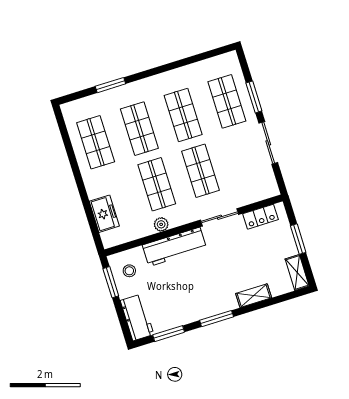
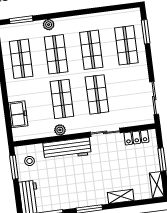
window: (110, 85) -> (21, 20), moved
plant: (123, 92) -> (49, 25), added
window: (254, 97) -> (146, 32), moved
sliding door: (268, 143) -> (154, 98), moved

